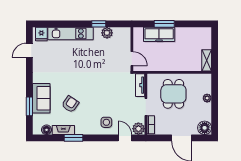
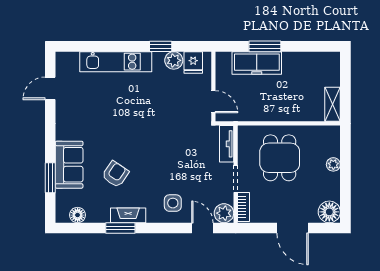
fridge: (41, 34) -> (193, 62), moved
fireplace: (63, 130) -> (128, 215), moved

